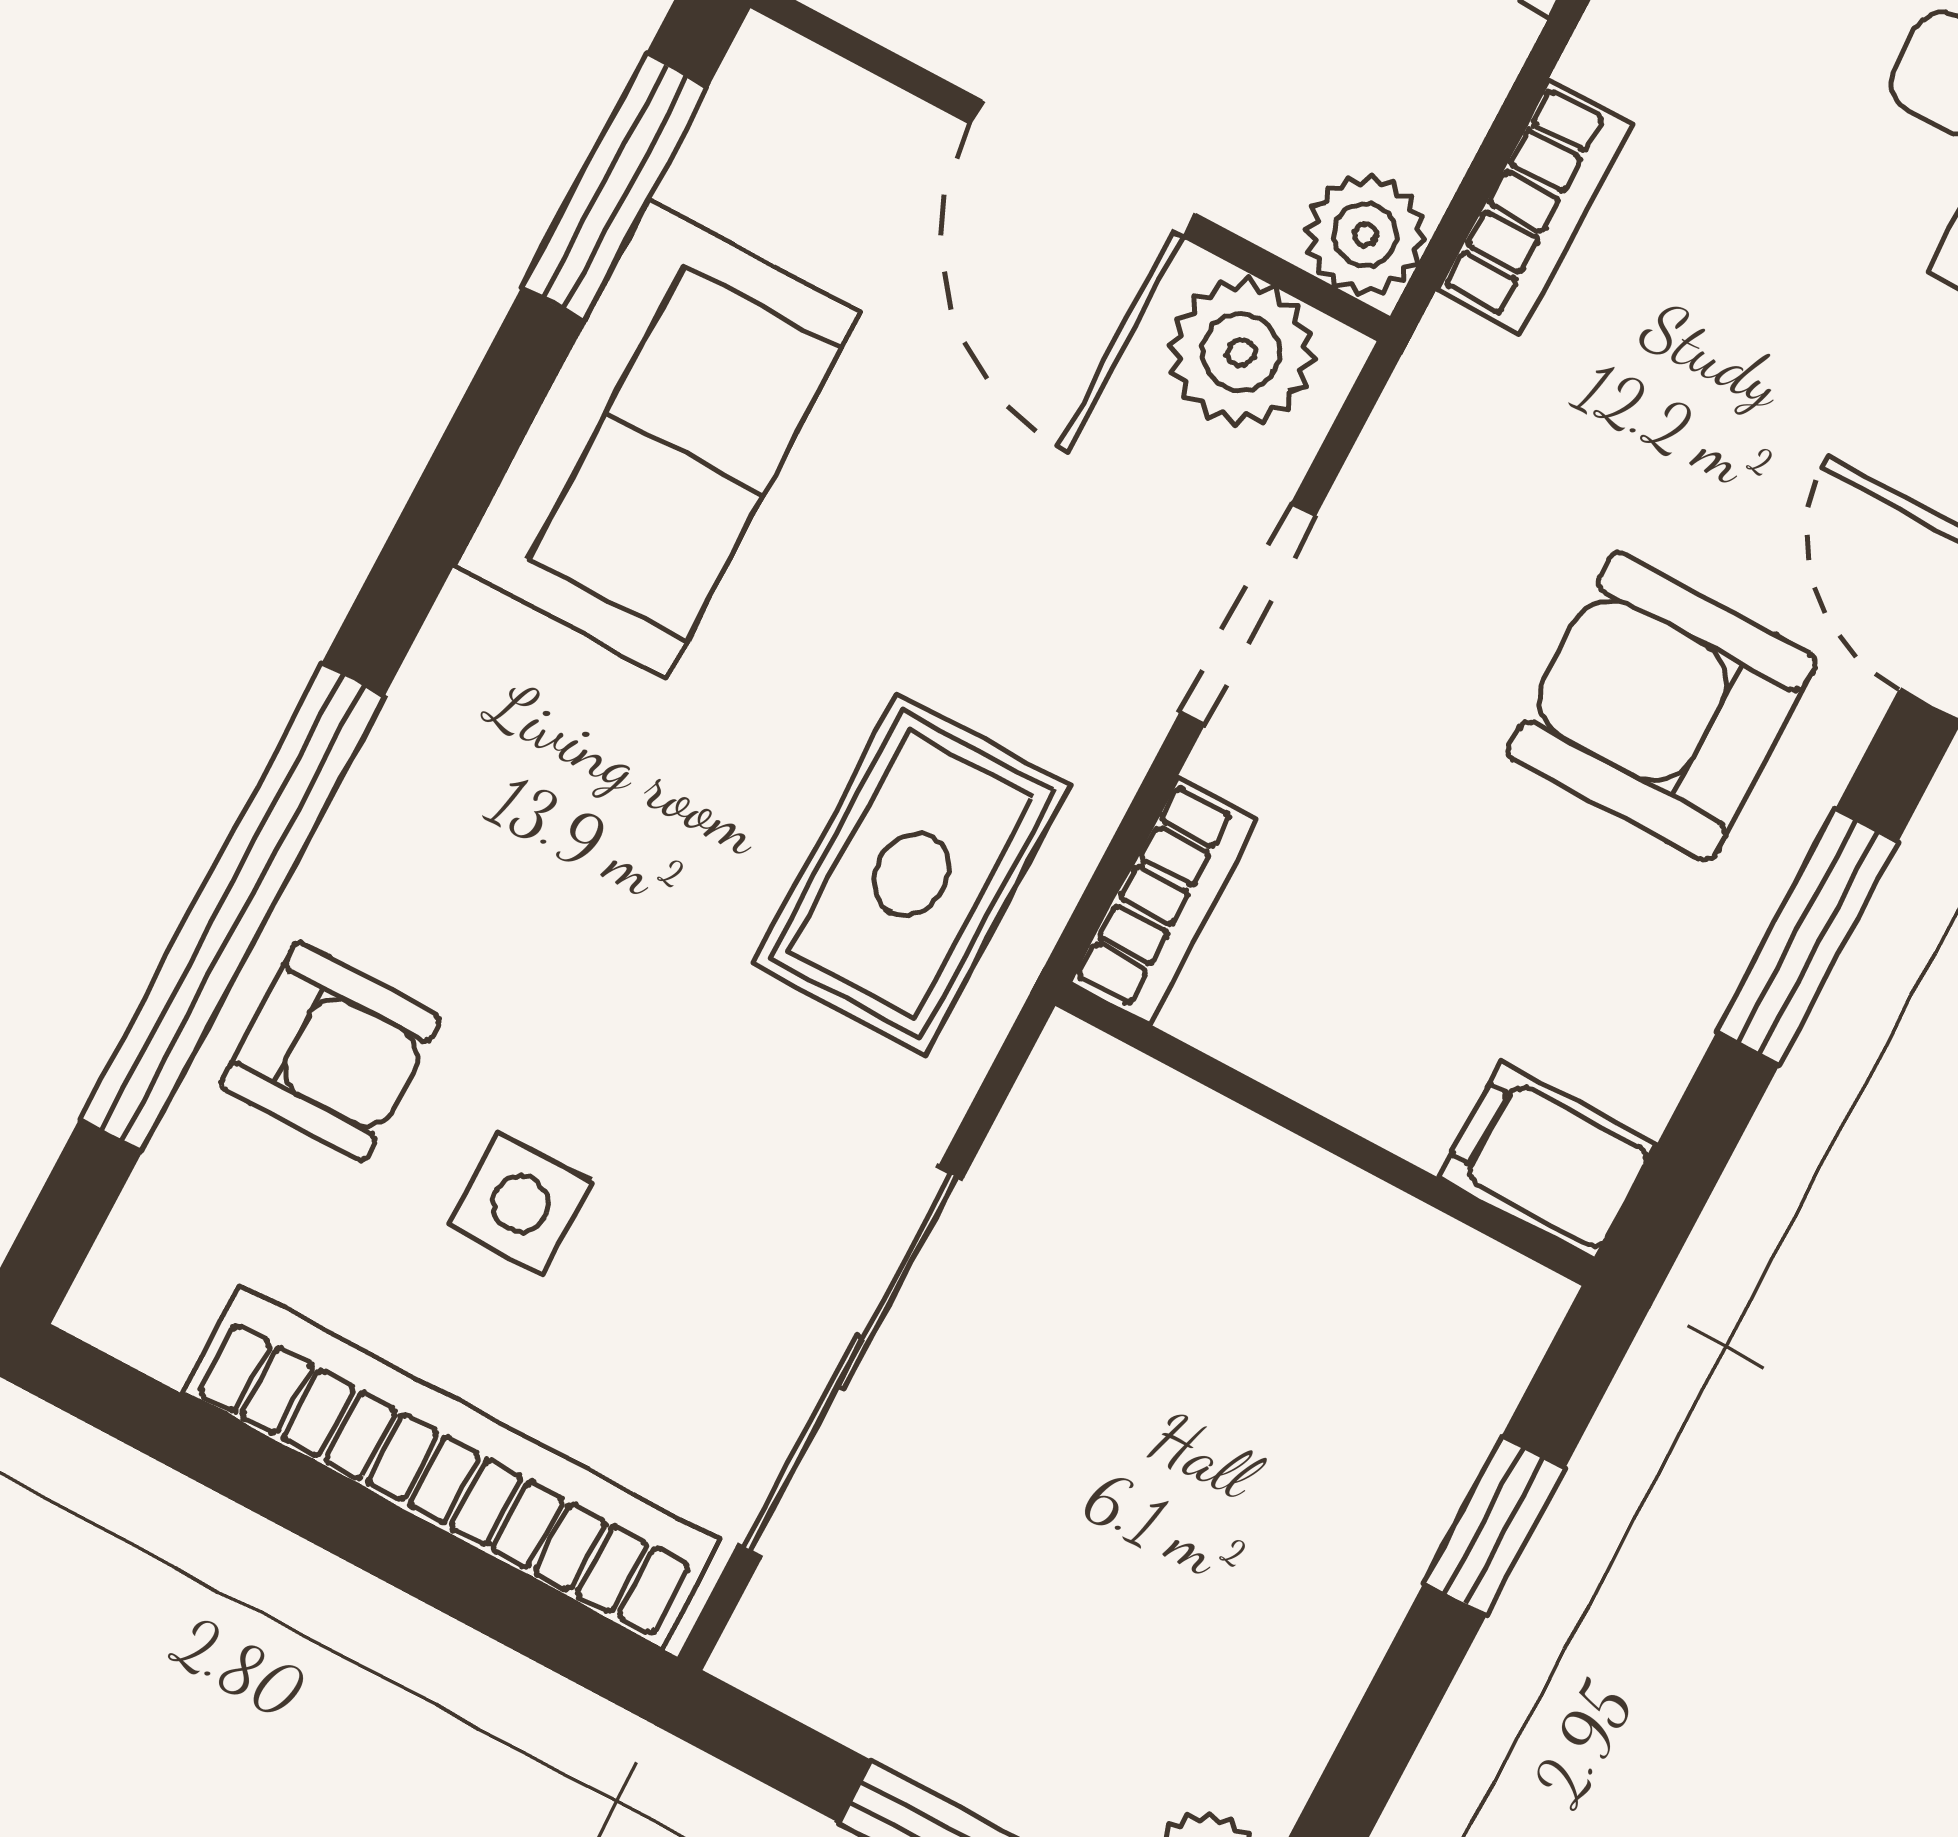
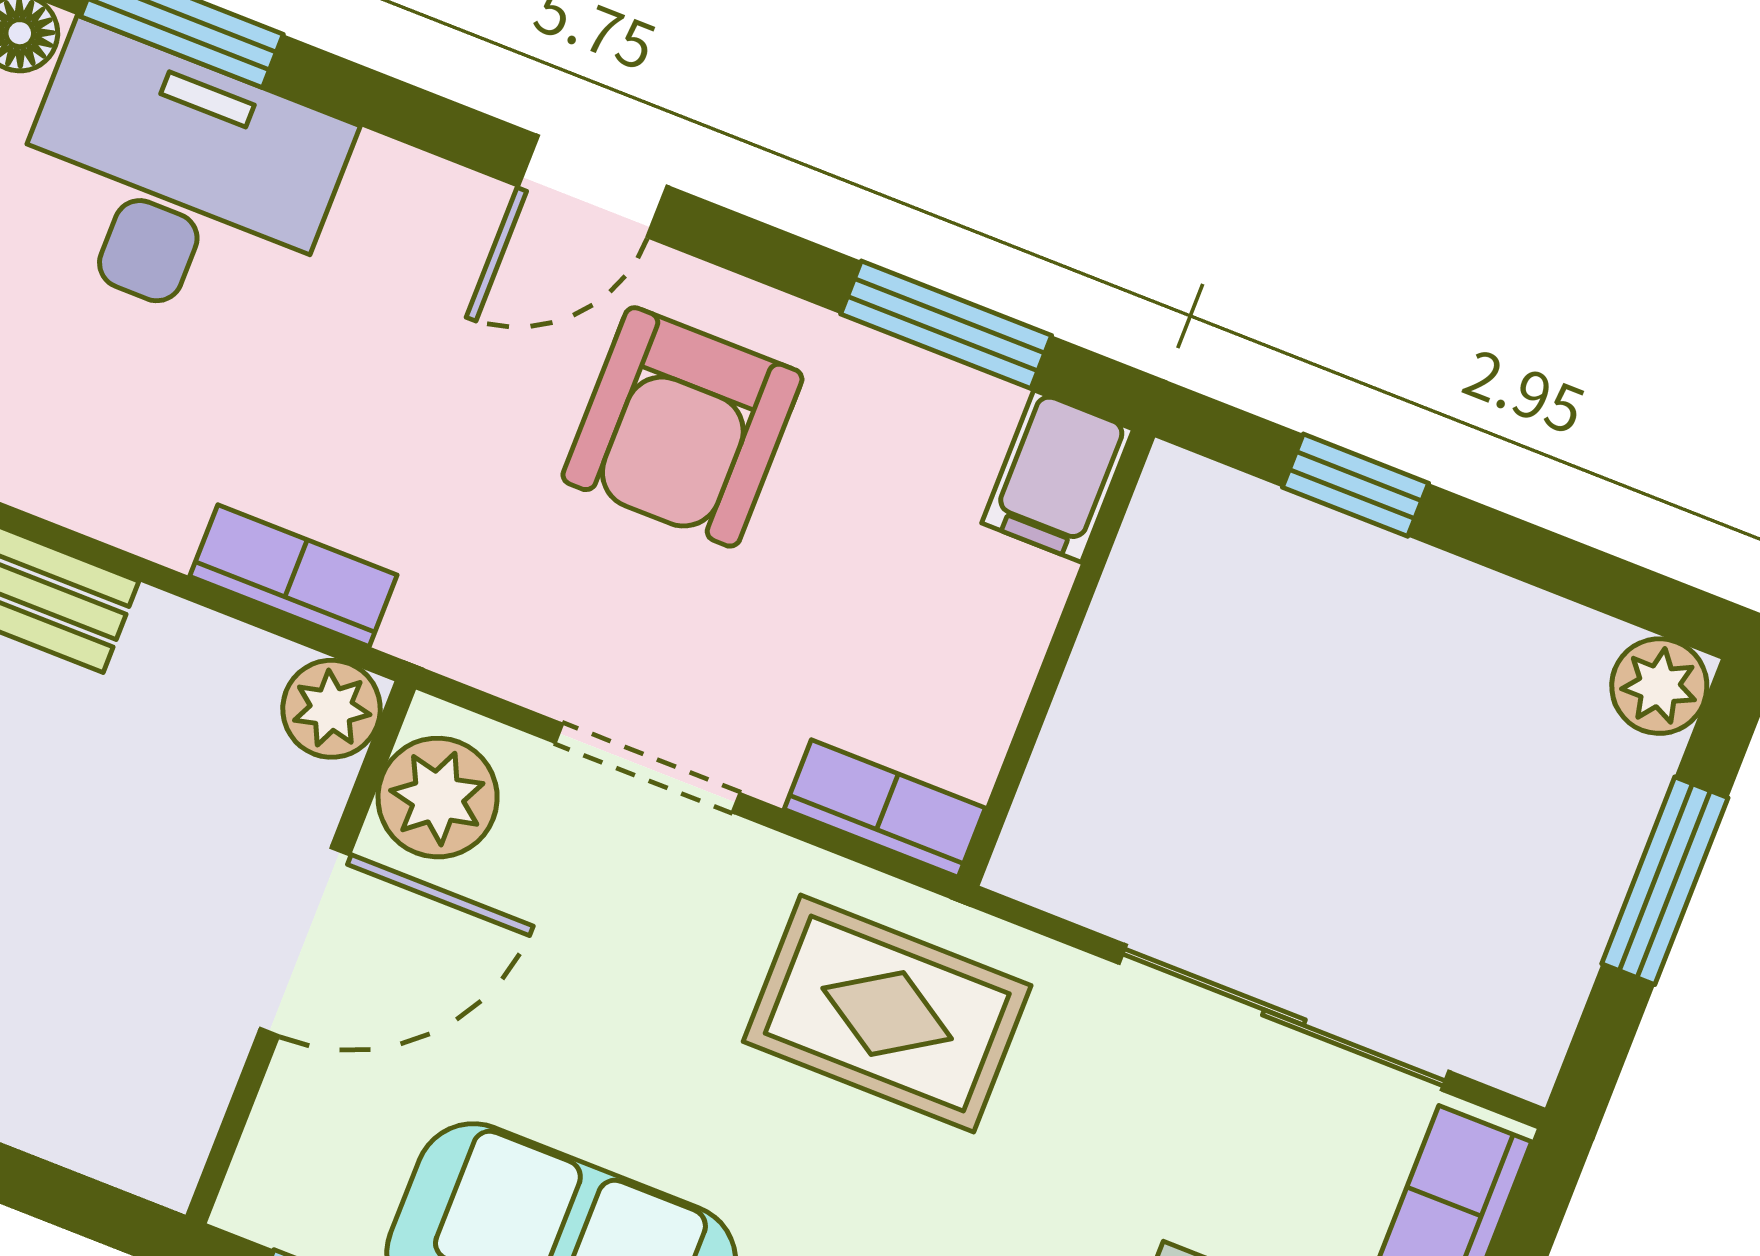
window: (1807, 937) -> (946, 325), moved

